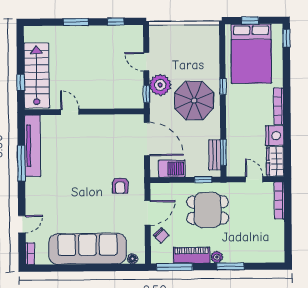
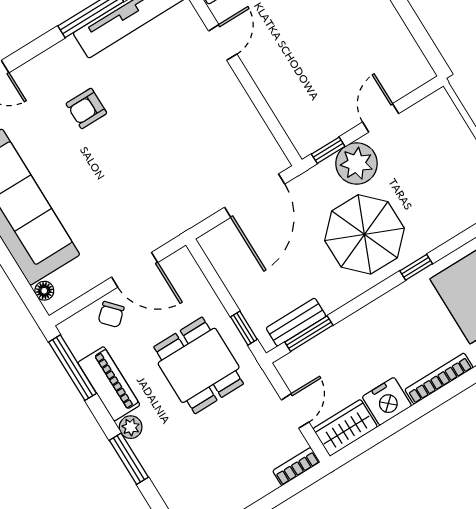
window: (116, 22) -> (416, 28), removed
barbecue: (172, 169) -> (231, 265), removed
armchair: (120, 186) -> (86, 108), moved
bookcase: (279, 200) -> (296, 467), width x0.64

